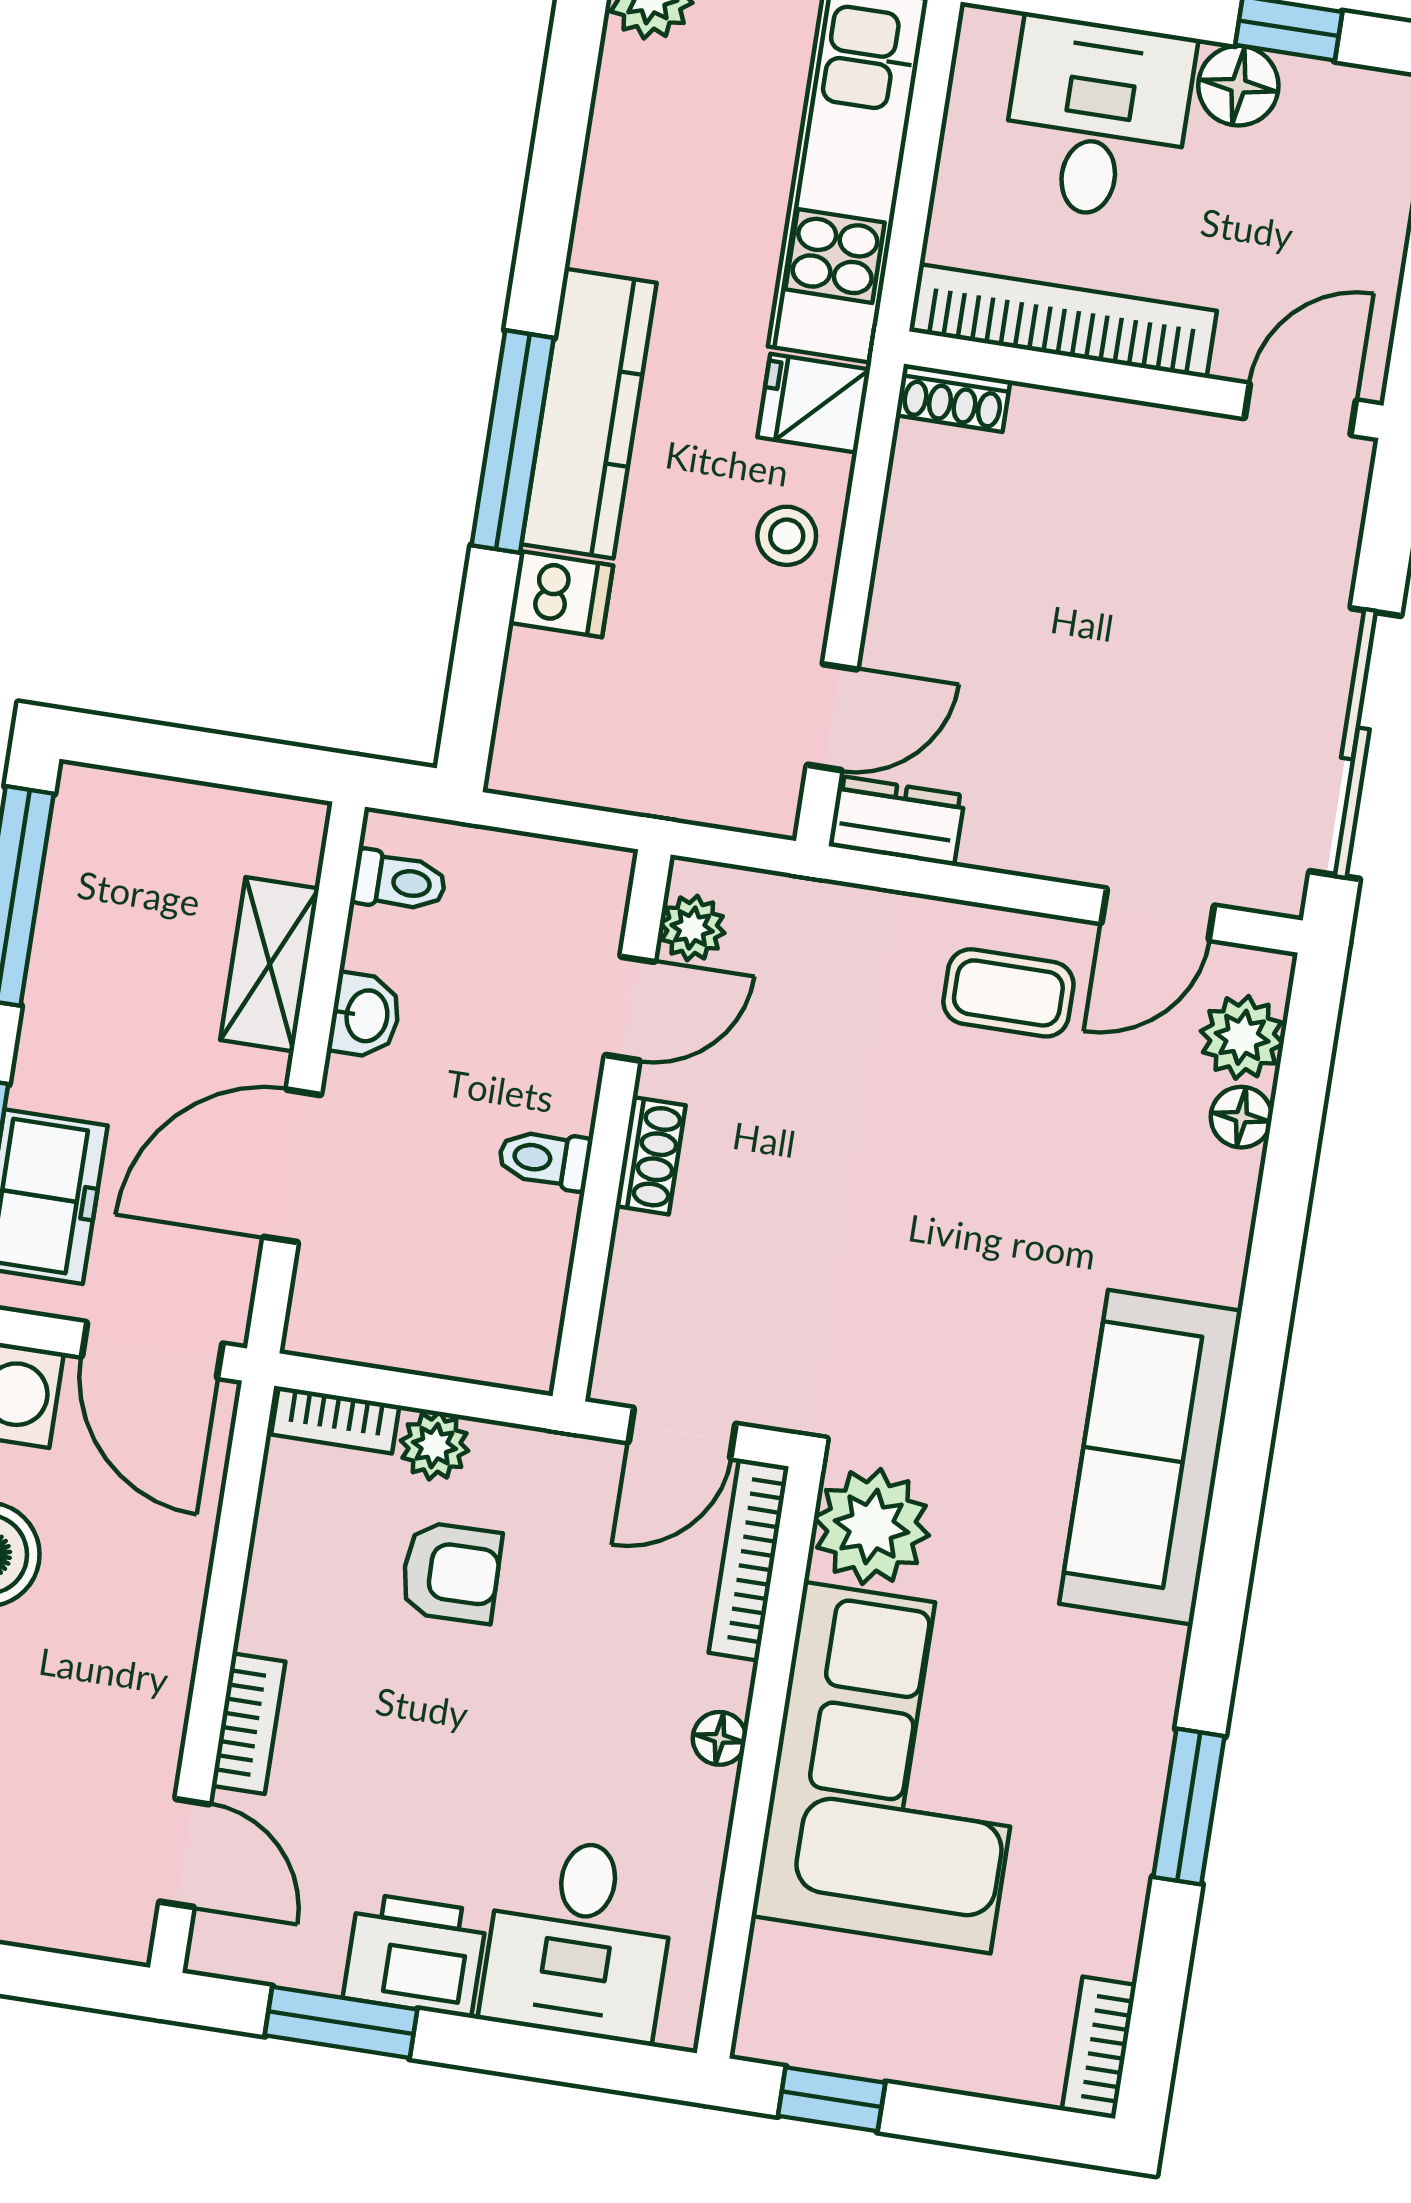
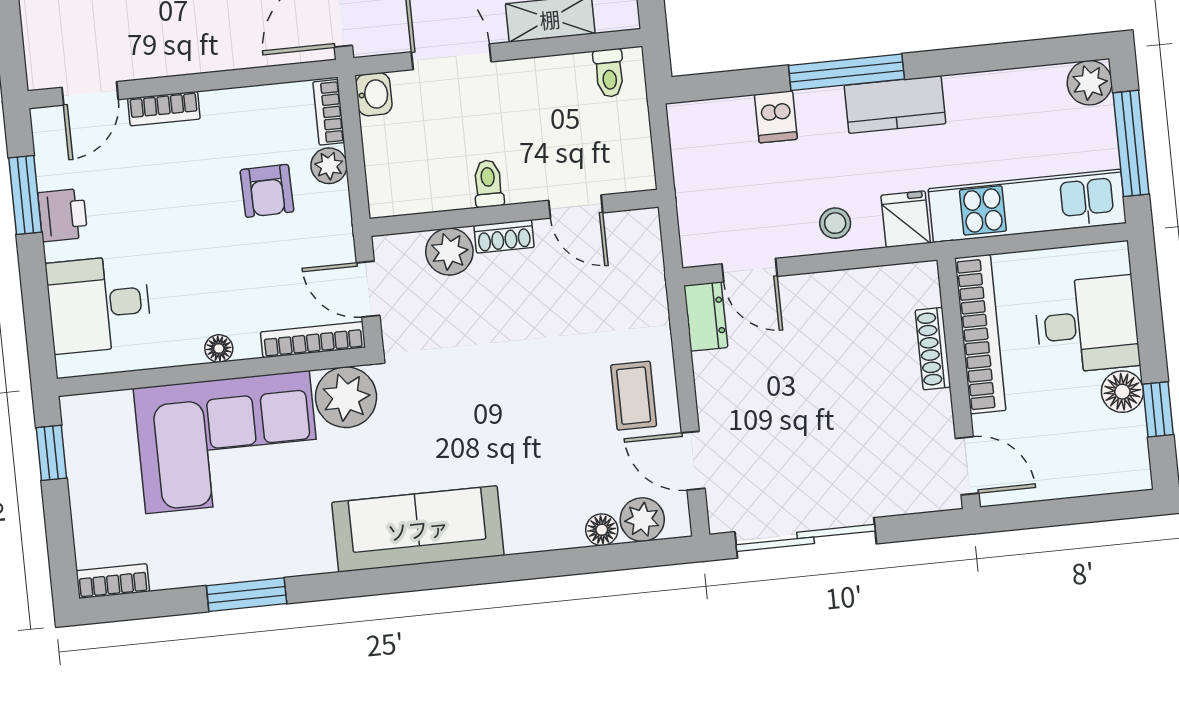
shoe rack: (953, 398) -> (933, 349), moved, width x1.43
kitchen counter: (589, 414) -> (895, 105), width x0.67
plant: (692, 928) -> (449, 252), moved, width x1.38, depth x1.38
washbasin: (365, 1016) -> (374, 94), moved, turned -90
printer: (415, 1955) -> (63, 215), width x0.73, depth x0.81

